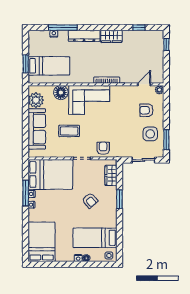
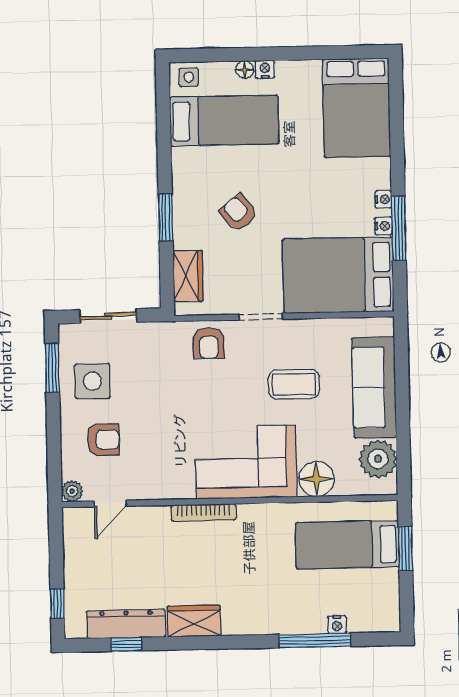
dresser: (84, 36) -> (126, 624), moved

